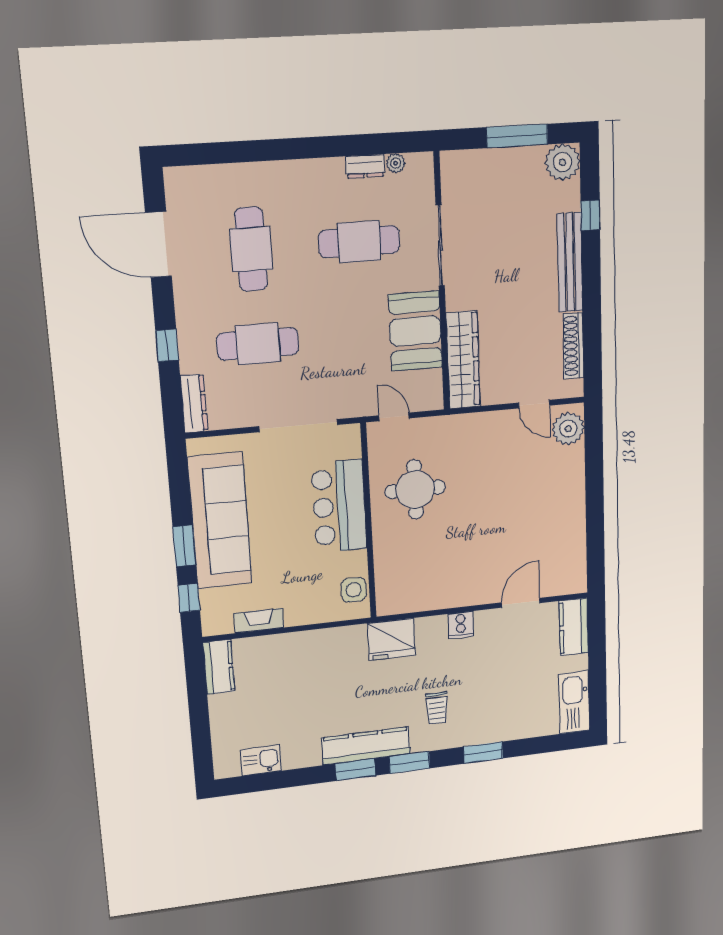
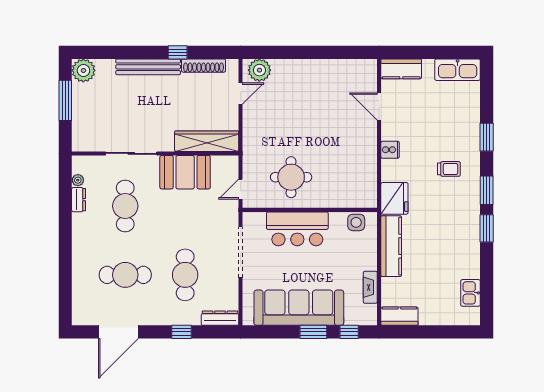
window: (590, 215) -> (178, 52), moved
kitchen counter: (366, 746) -> (391, 246), moved, turned 180

